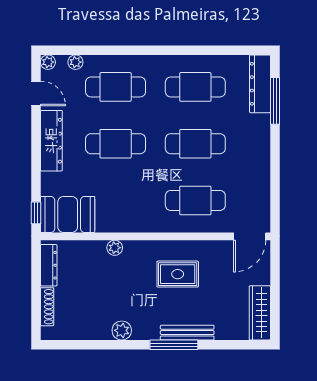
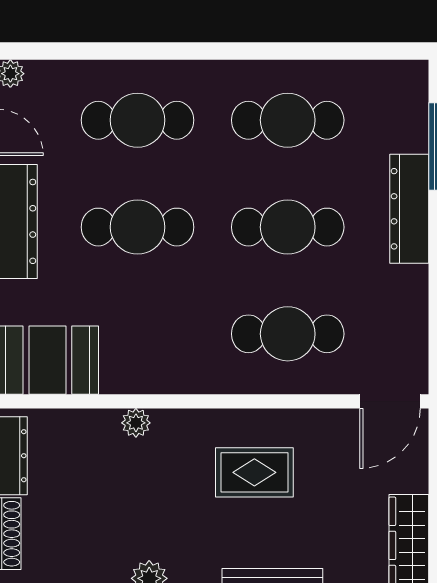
plant: (75, 62) -> (62, 74), removed
dresser: (260, 84) -> (409, 209), moved

